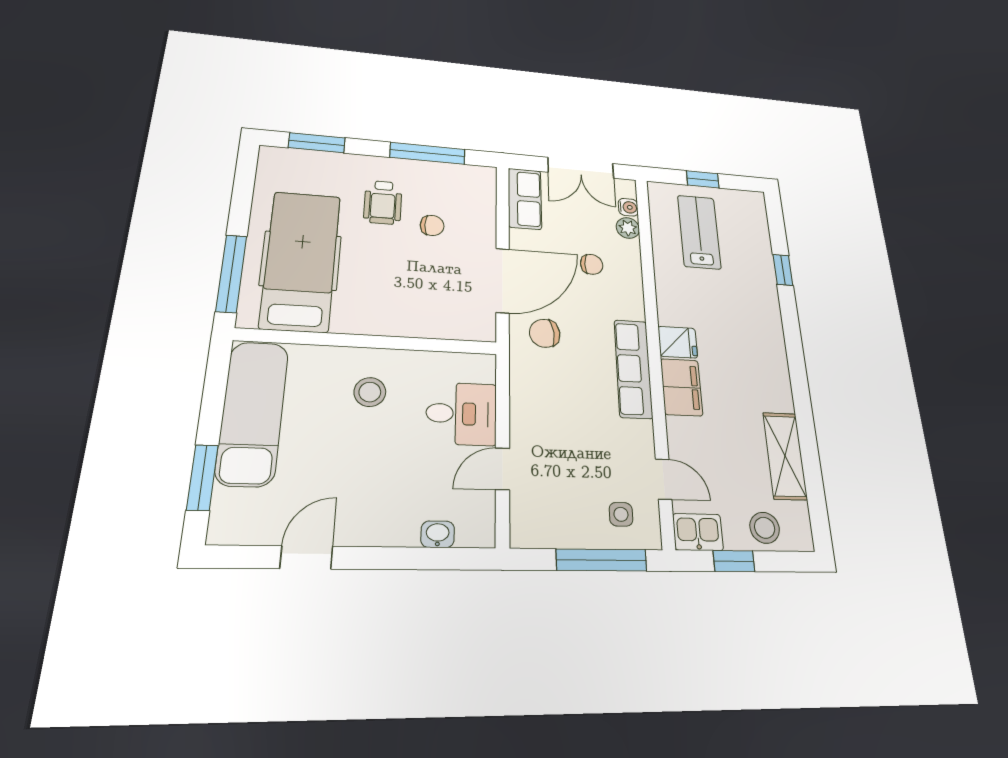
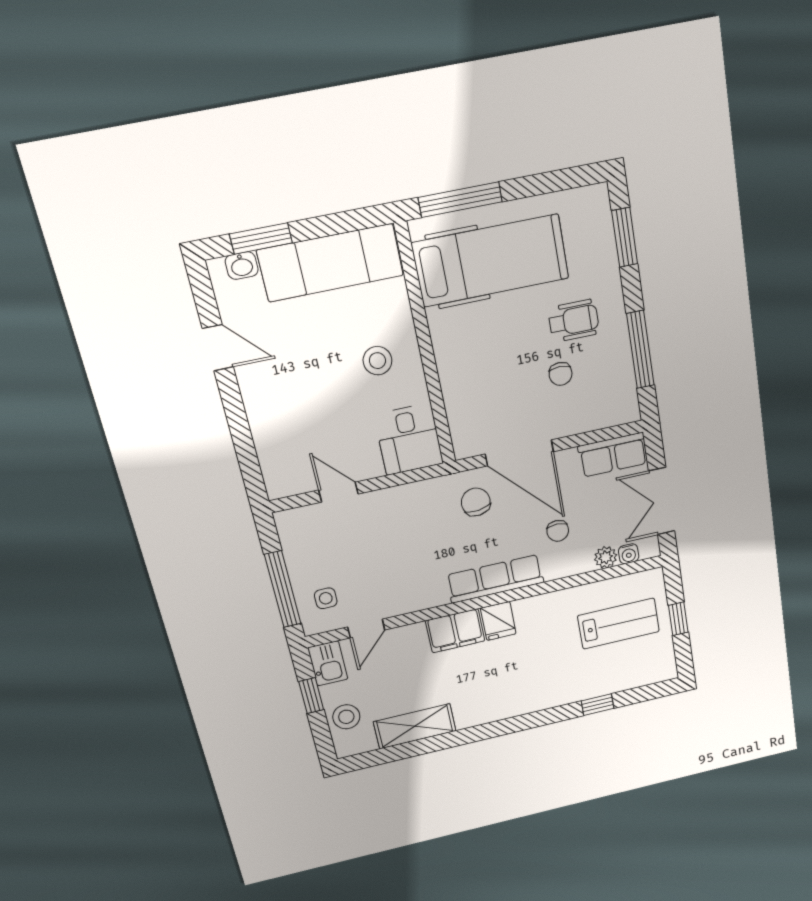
wheelchair: (383, 202) -> (574, 321), turned 180
row of seats: (633, 369) -> (495, 579), moved
desk: (461, 414) -> (409, 439), moved
washbasin: (438, 534) -> (242, 266), moved, turned 90

